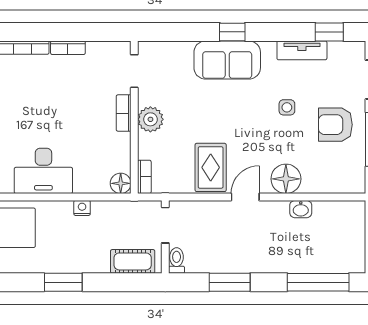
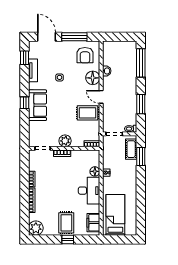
armchair: (335, 125) -> (85, 55), moved
floor lamp: (121, 183) -> (95, 171), moved
window: (63, 282) -> (141, 156), moved

